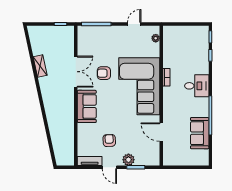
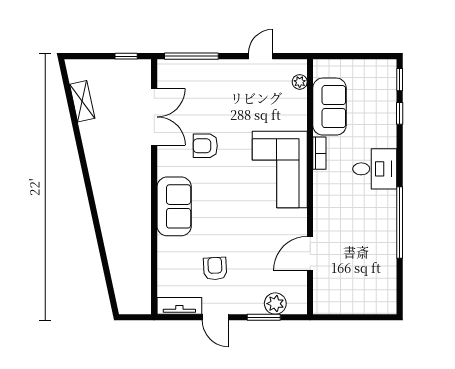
shelving: (40, 66) -> (82, 101), moved
double door: (76, 72) -> (154, 117), moved
corner sofa: (139, 86) -> (280, 169), width x0.73, depth x0.74
door: (161, 132) -> (310, 253), hinge flipped
sofa: (200, 133) -> (330, 107), moved, turned 180
plant: (128, 160) -> (275, 304), moved

